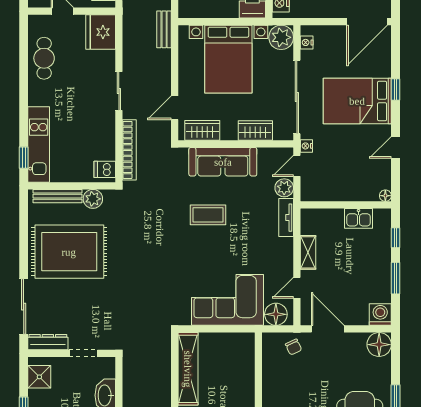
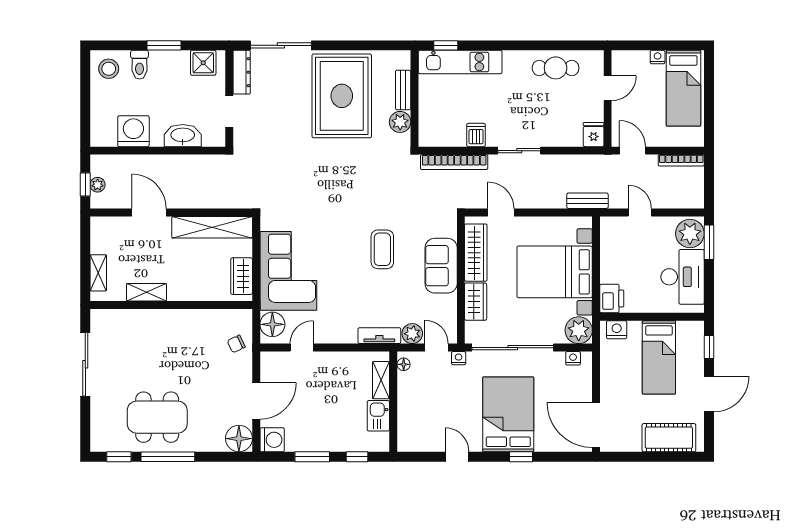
fridge: (101, 32) -> (594, 135), width x0.53, depth x0.75
wardrobe: (202, 130) -> (476, 253), width x1.50
sofa: (223, 162) -> (441, 266), width x0.73
dishwasher: (105, 169) -> (476, 135), moved
bench: (57, 196) -> (403, 90), width x0.73
floor lamp: (385, 196) -> (404, 364), moved
shelving: (308, 252) -> (381, 380), moved, turned 90
door: (297, 288) -> (302, 348), hinge flipped
door: (328, 329) -> (256, 401), moved
wardrobe: (232, 342) -> (242, 276), added

